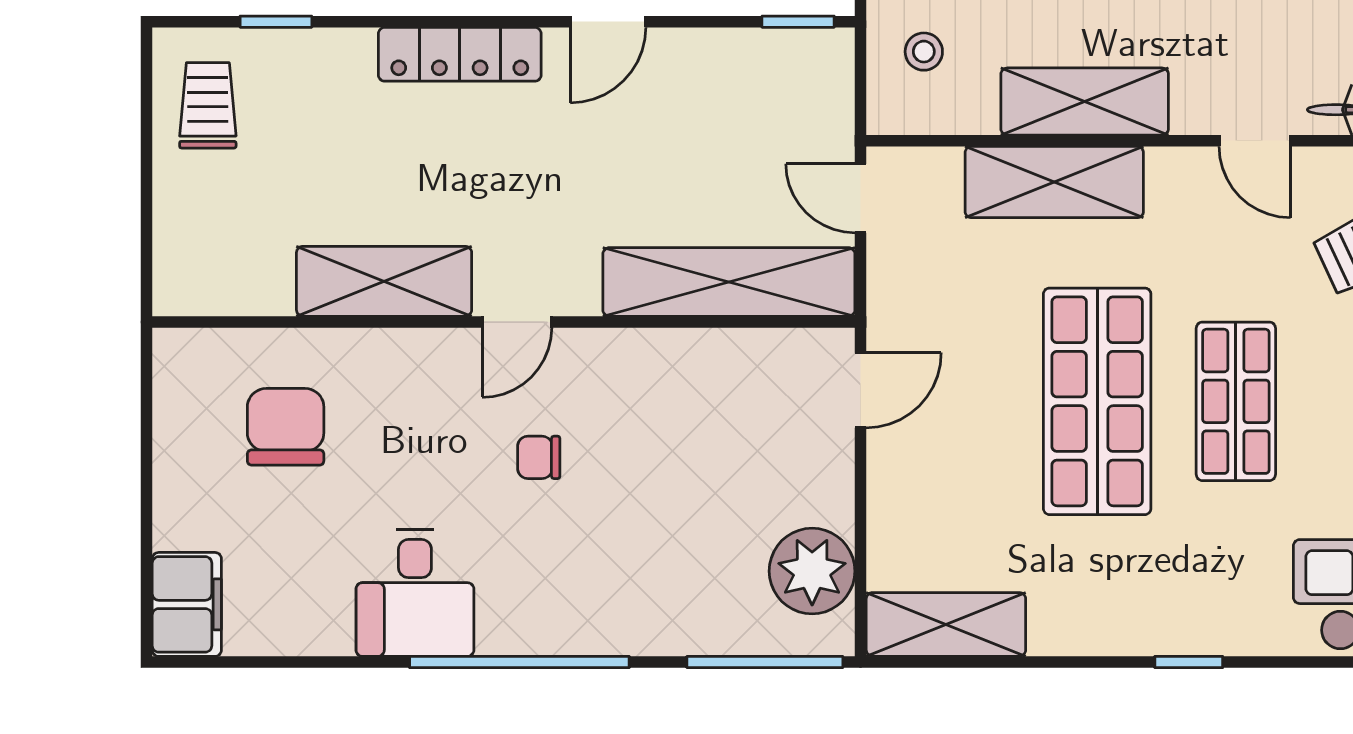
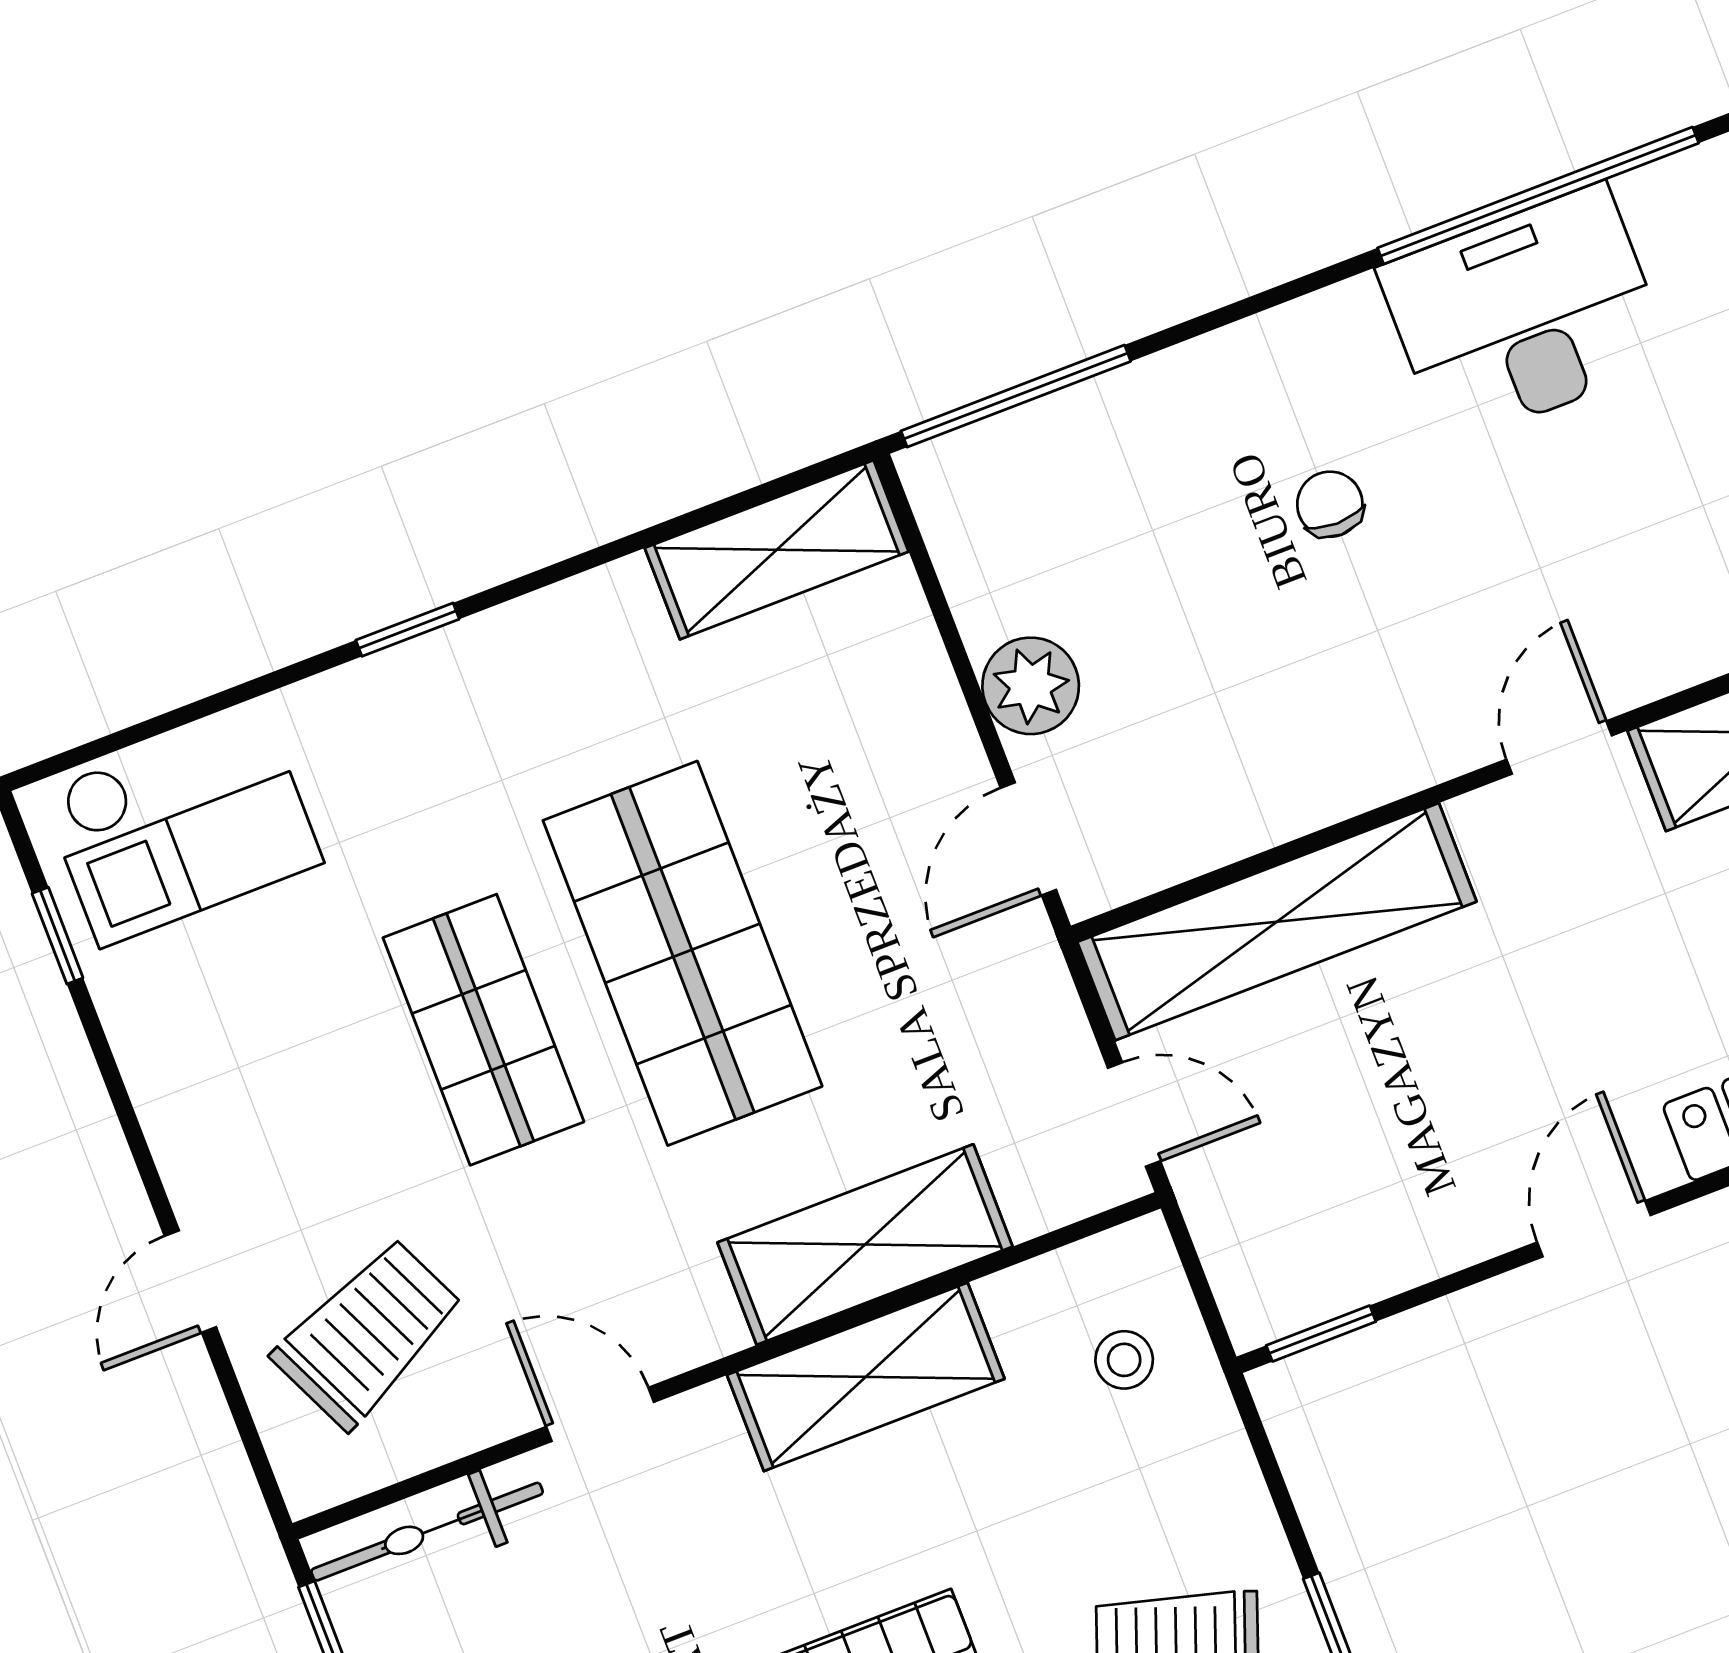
chair: (539, 457) -> (1330, 504), moved, turned -90
plant: (812, 571) -> (1031, 686), moved, width x0.73, depth x0.73
desk: (415, 593) -> (1525, 315), width x1.37
window: (519, 662) -> (1538, 196), moved

